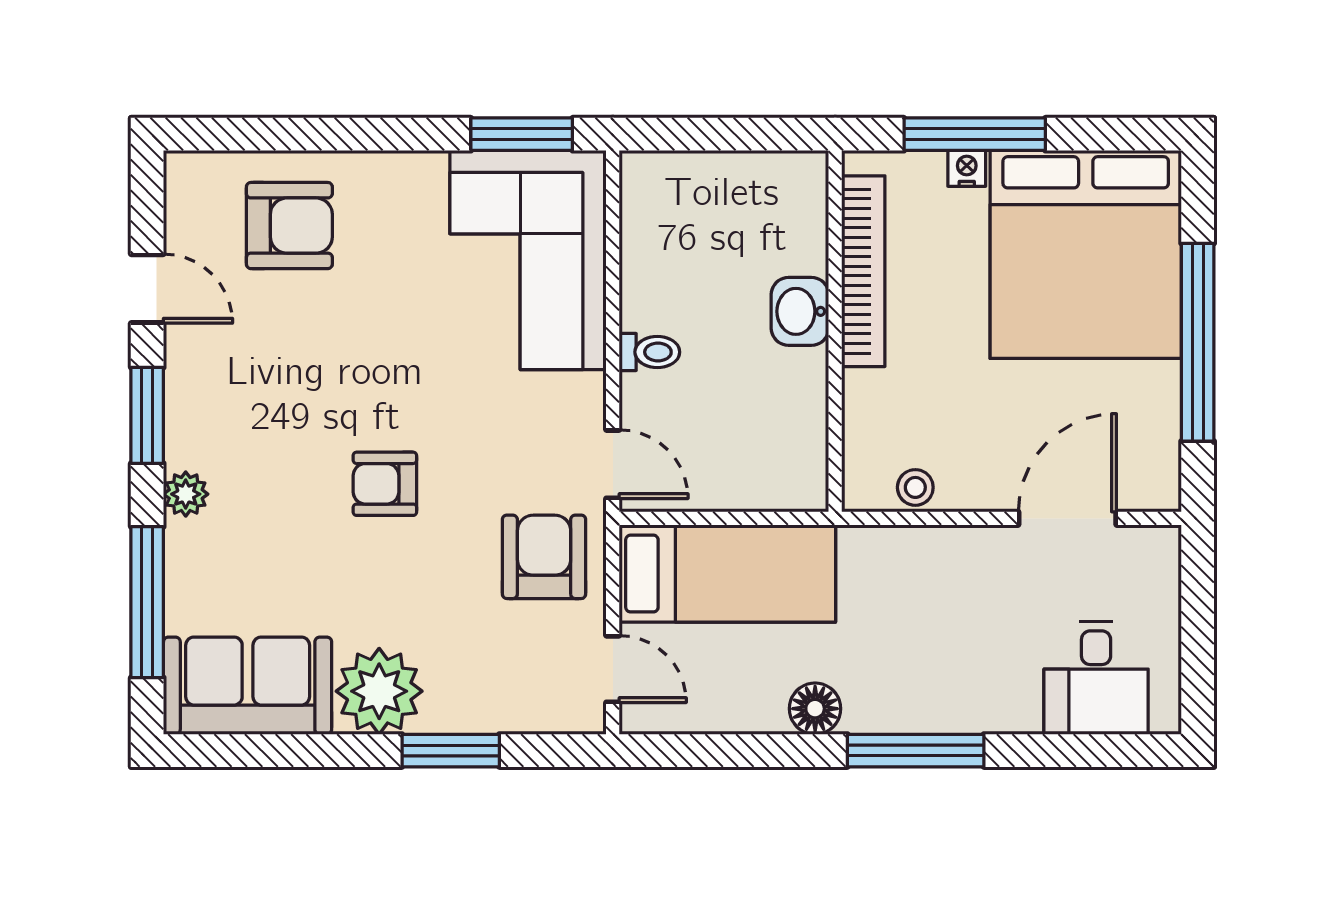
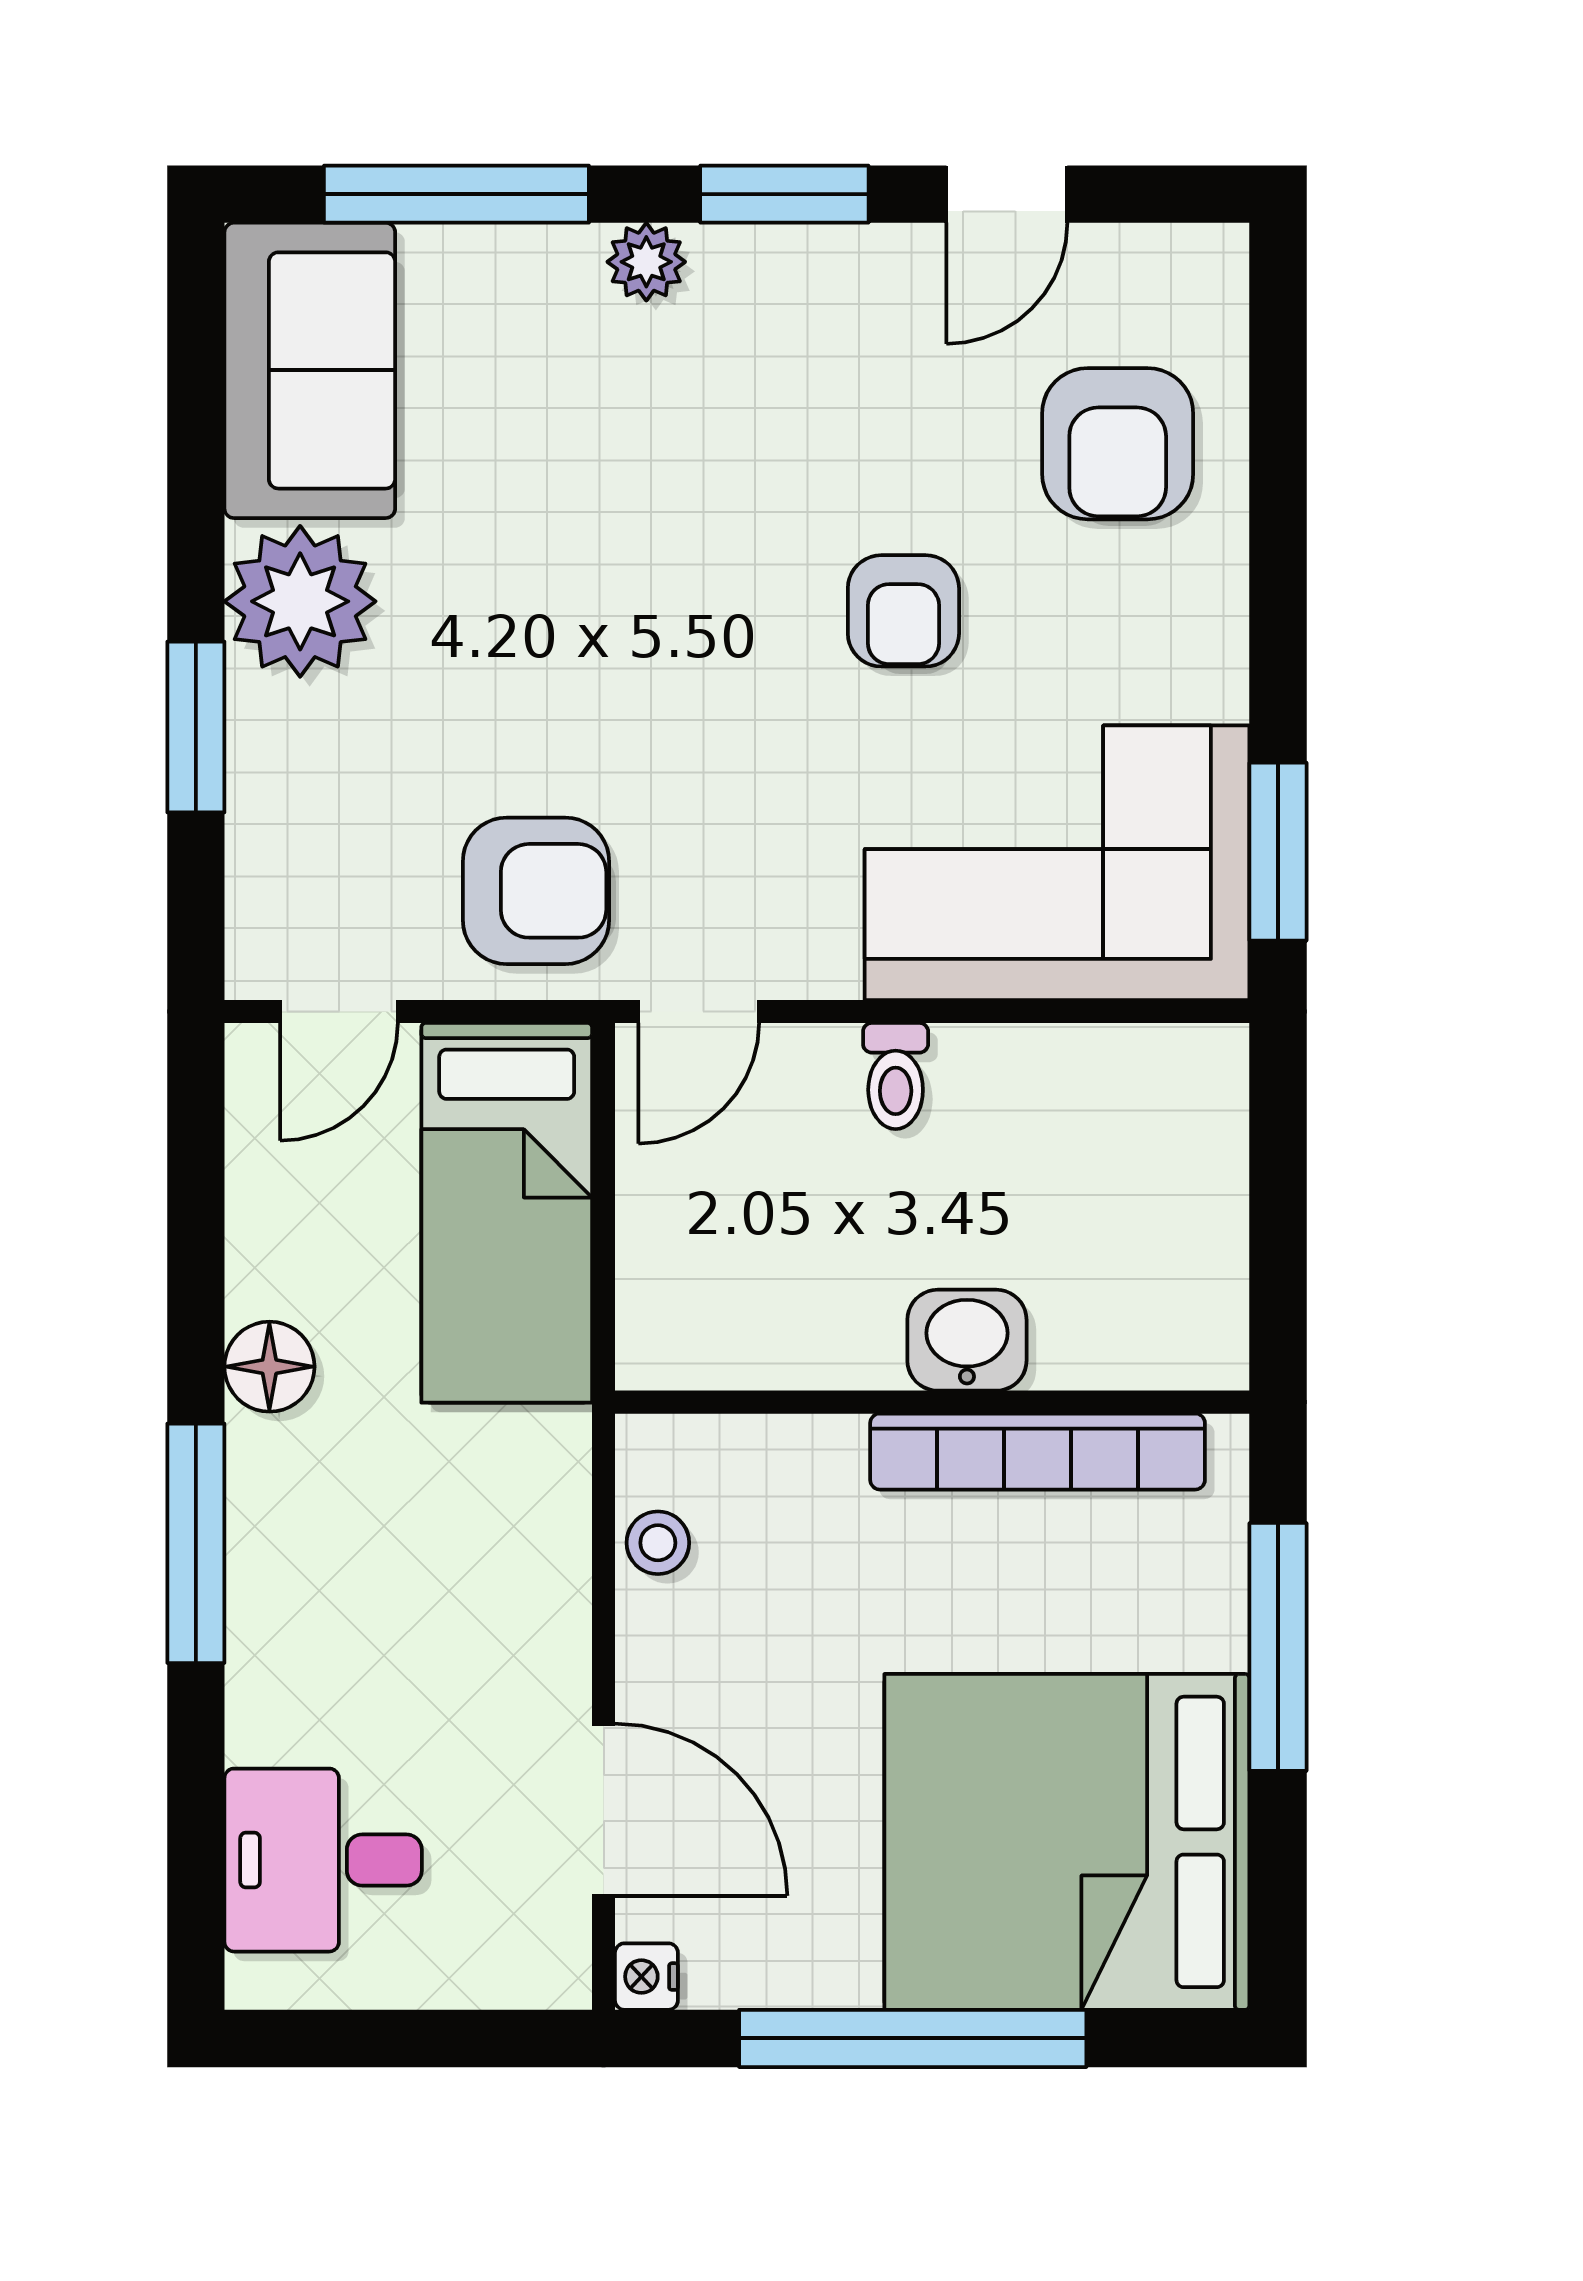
nightstand: (967, 168) -> (646, 1977), moved, turned 180
armchair: (385, 484) -> (903, 611), moved, turned 180

